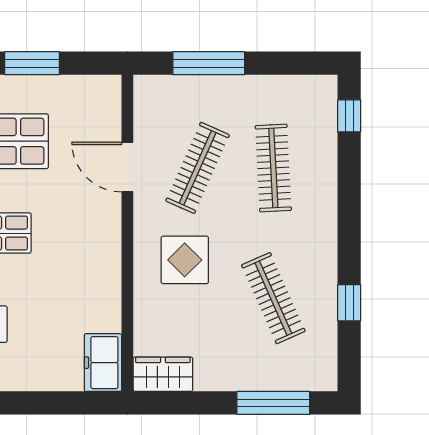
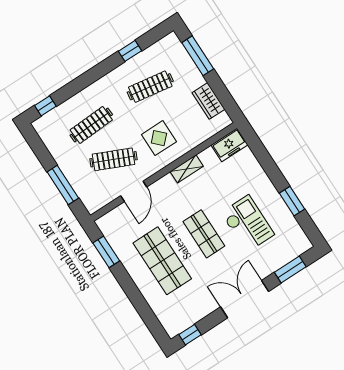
window: (32, 63) -> (106, 252), moved
shelving: (109, 272) -> (187, 169), added
clothes rail: (273, 298) -> (150, 87), turned 33
wardrobe: (163, 374) -> (208, 101), moved

